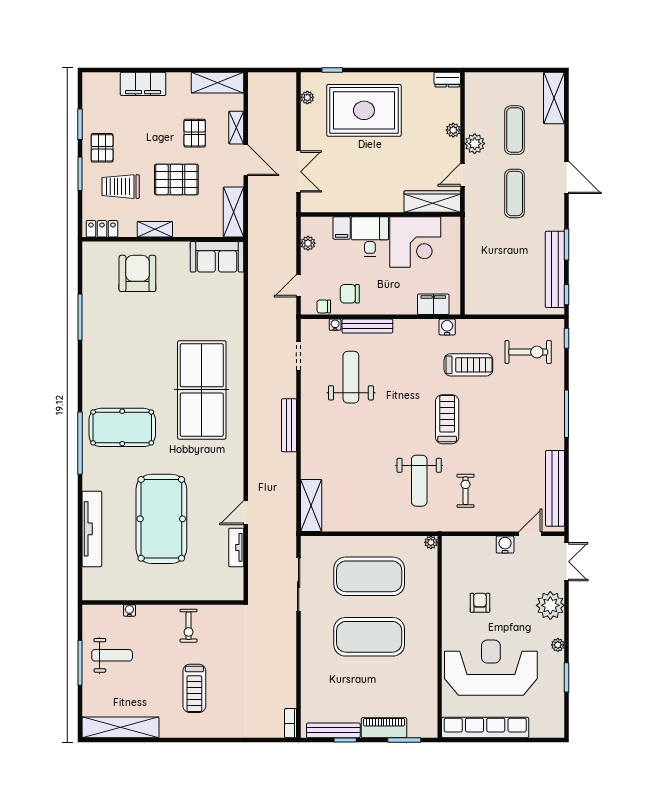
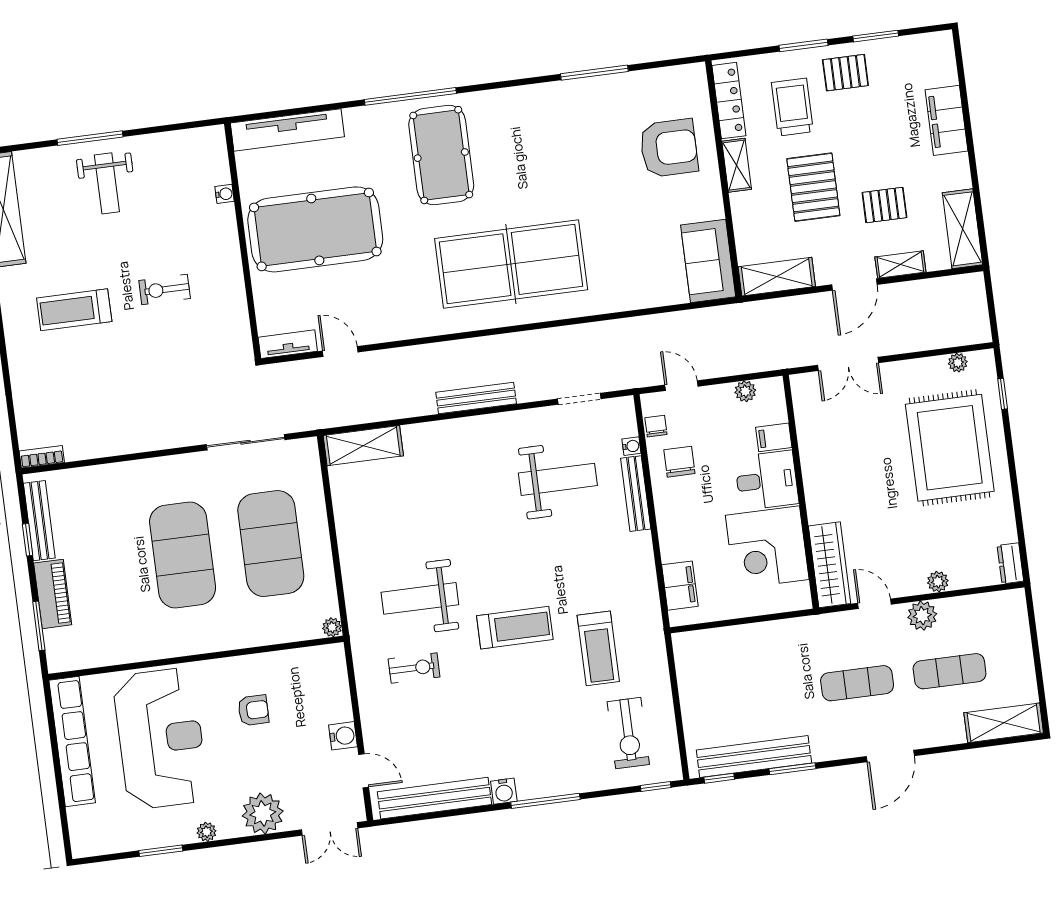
locker: (102, 229) -> (729, 101), width x1.53
water cooler: (447, 327) -> (504, 791), moved, turned 90
wall: (163, 602) -> (243, 241), moved
water cooler: (129, 610) -> (225, 194), moved

